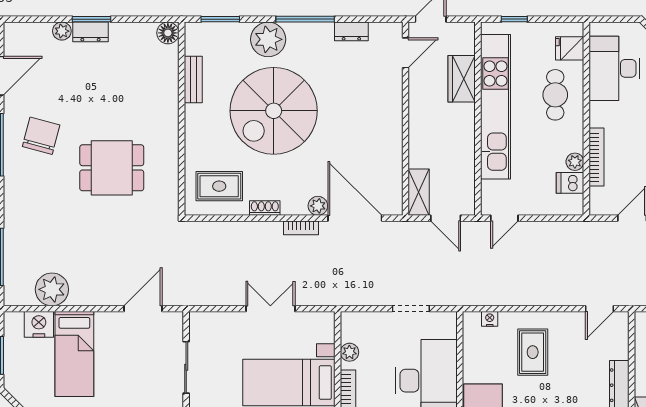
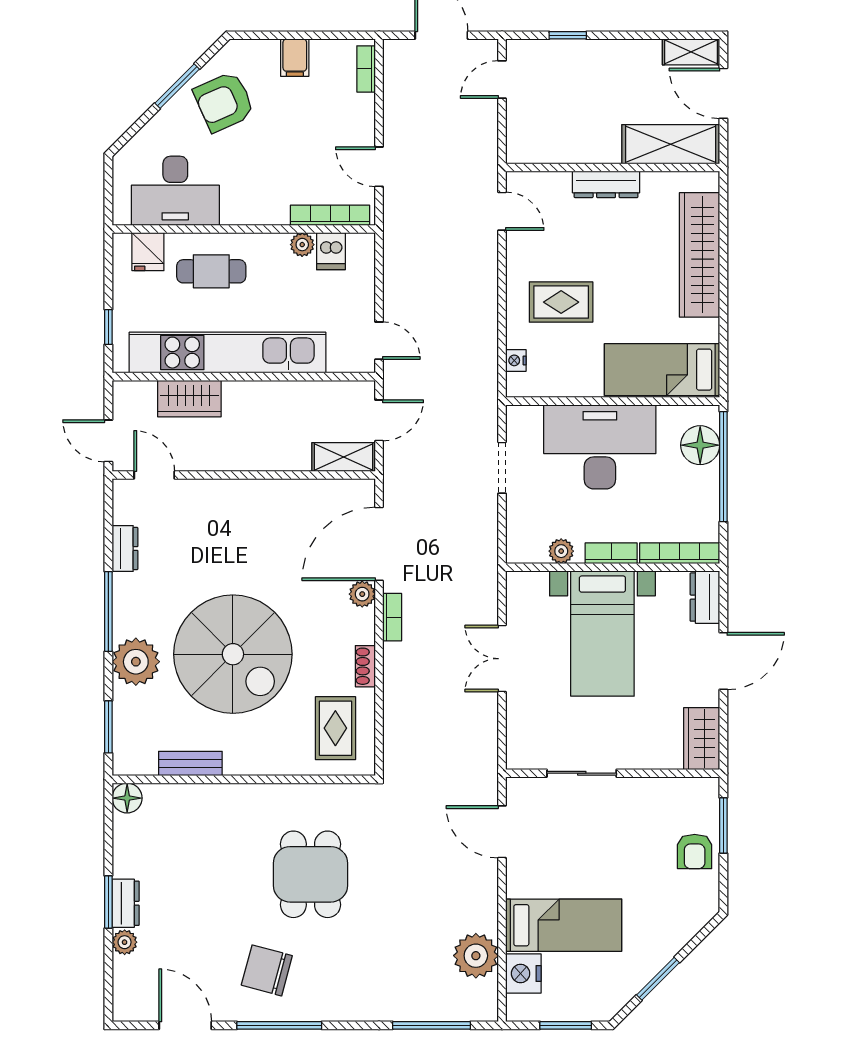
bookcase: (597, 157) -> (330, 215), moved

